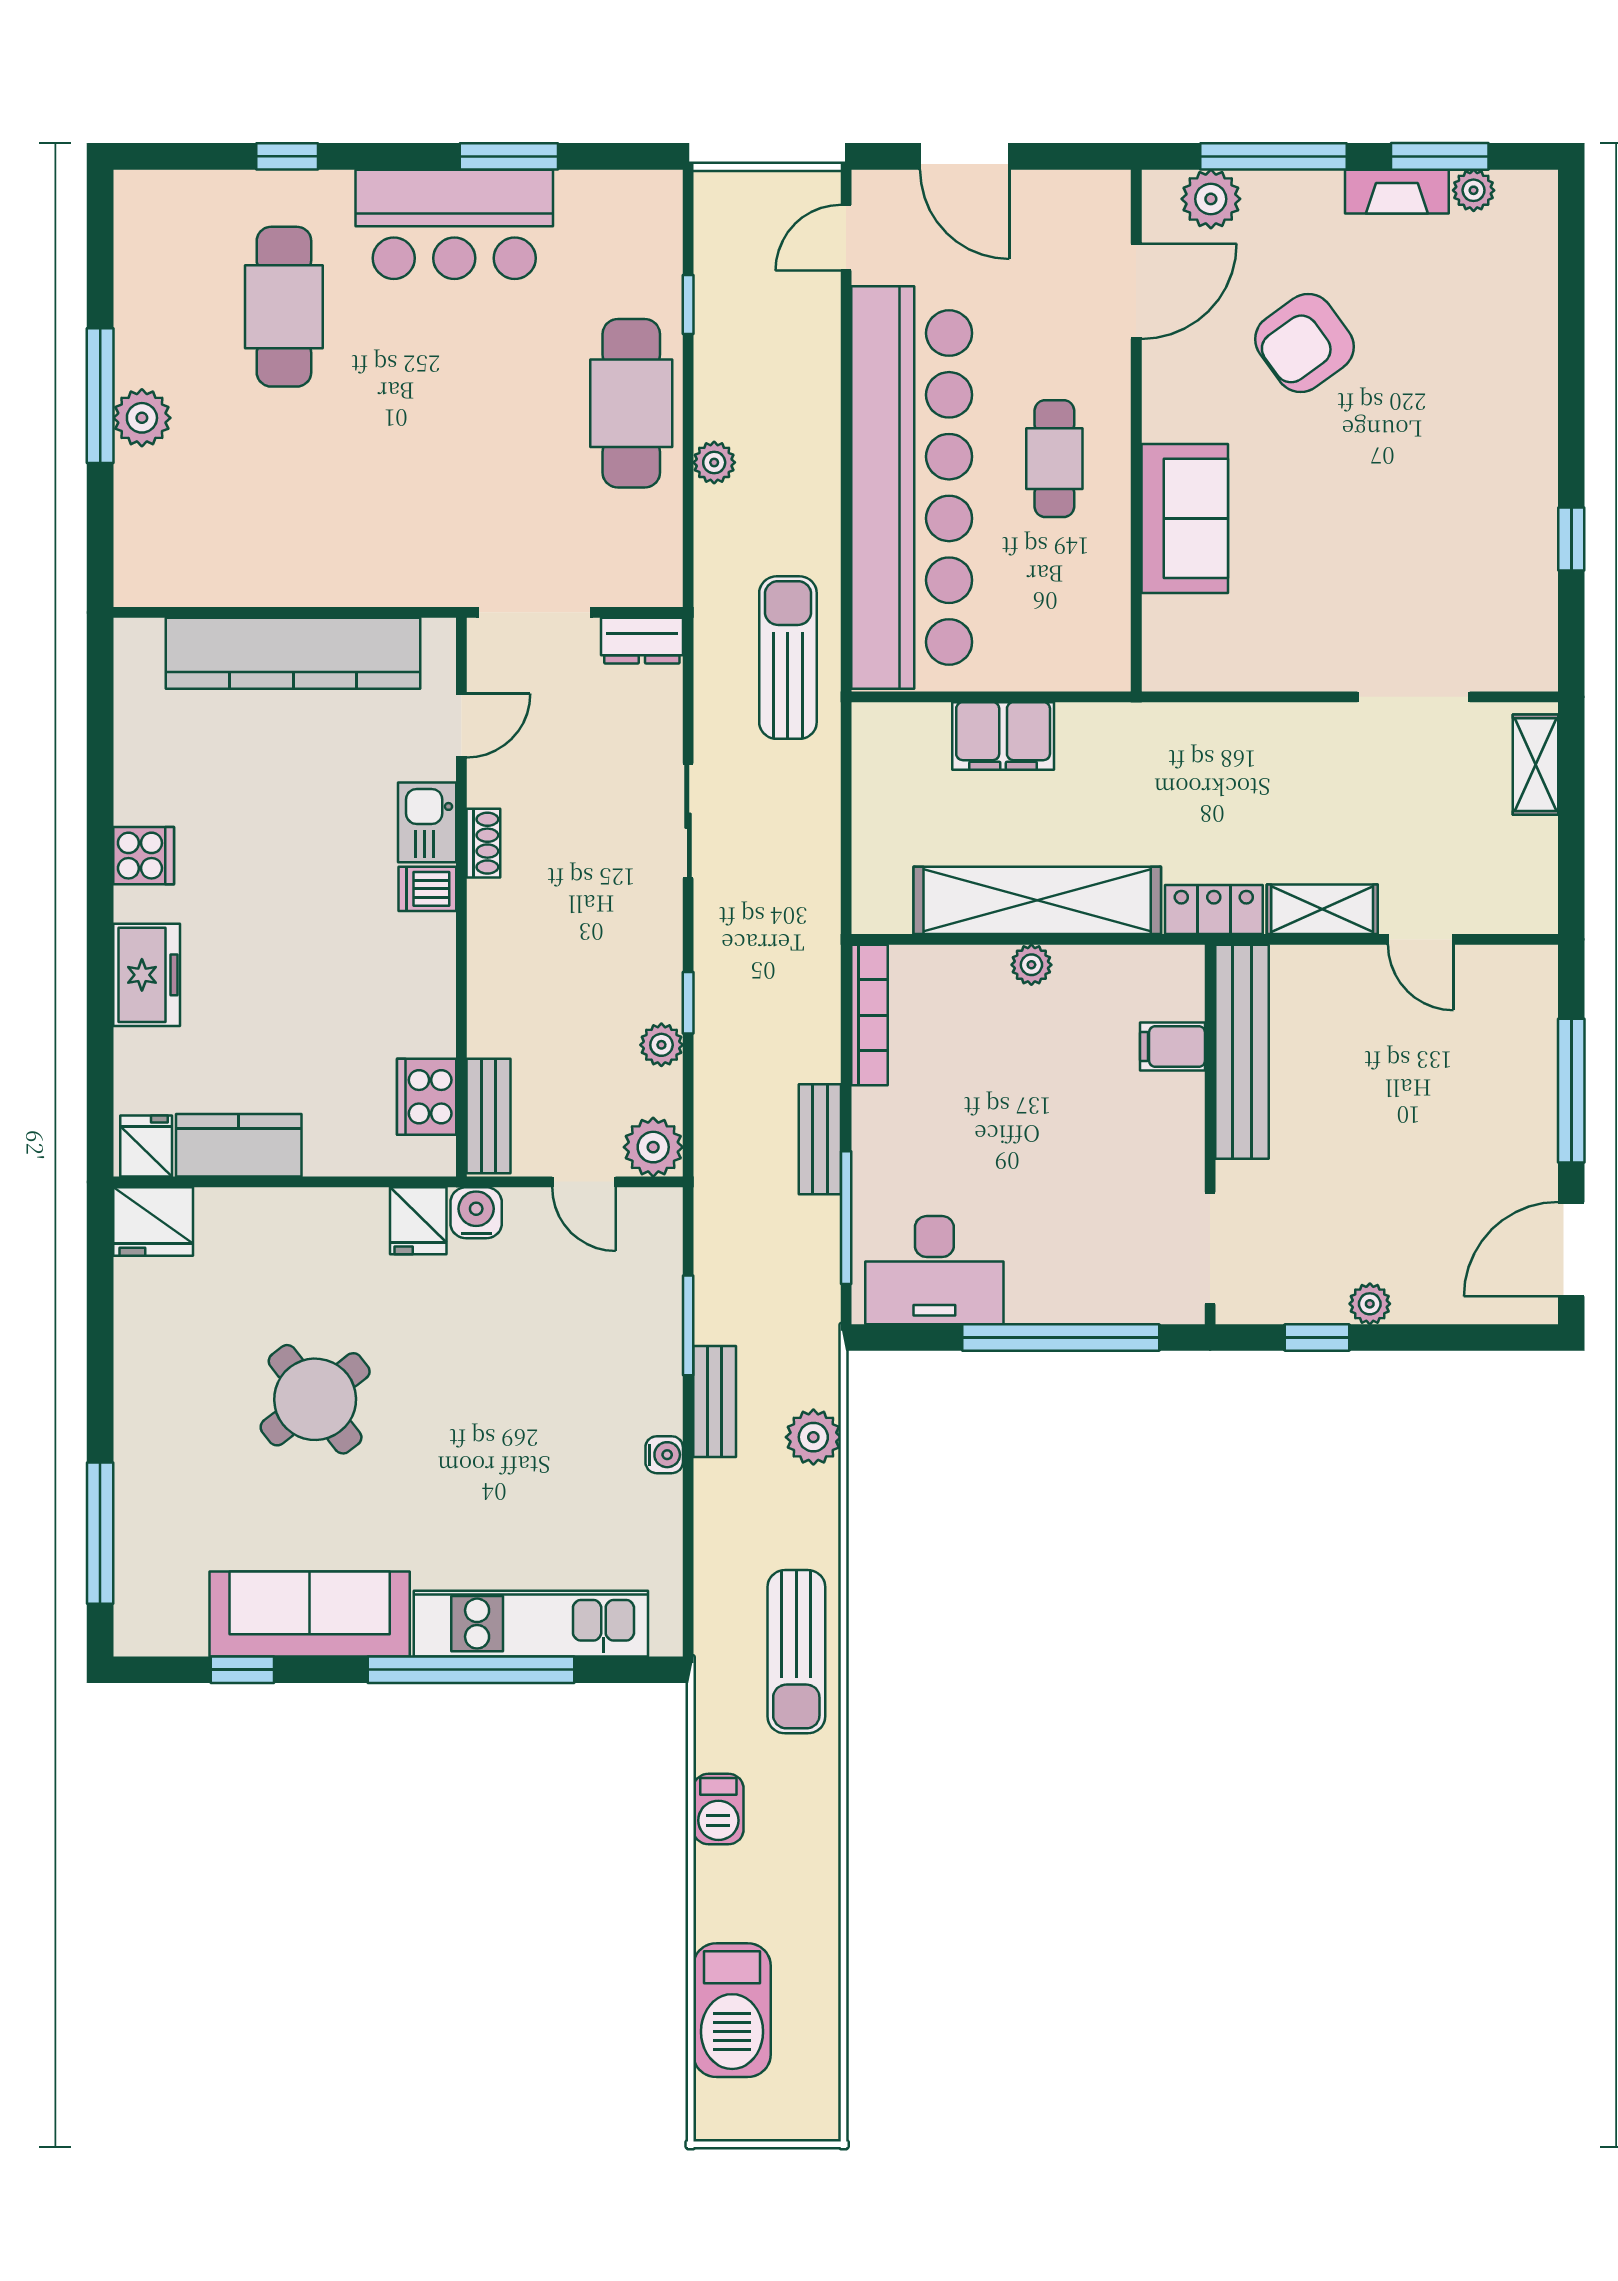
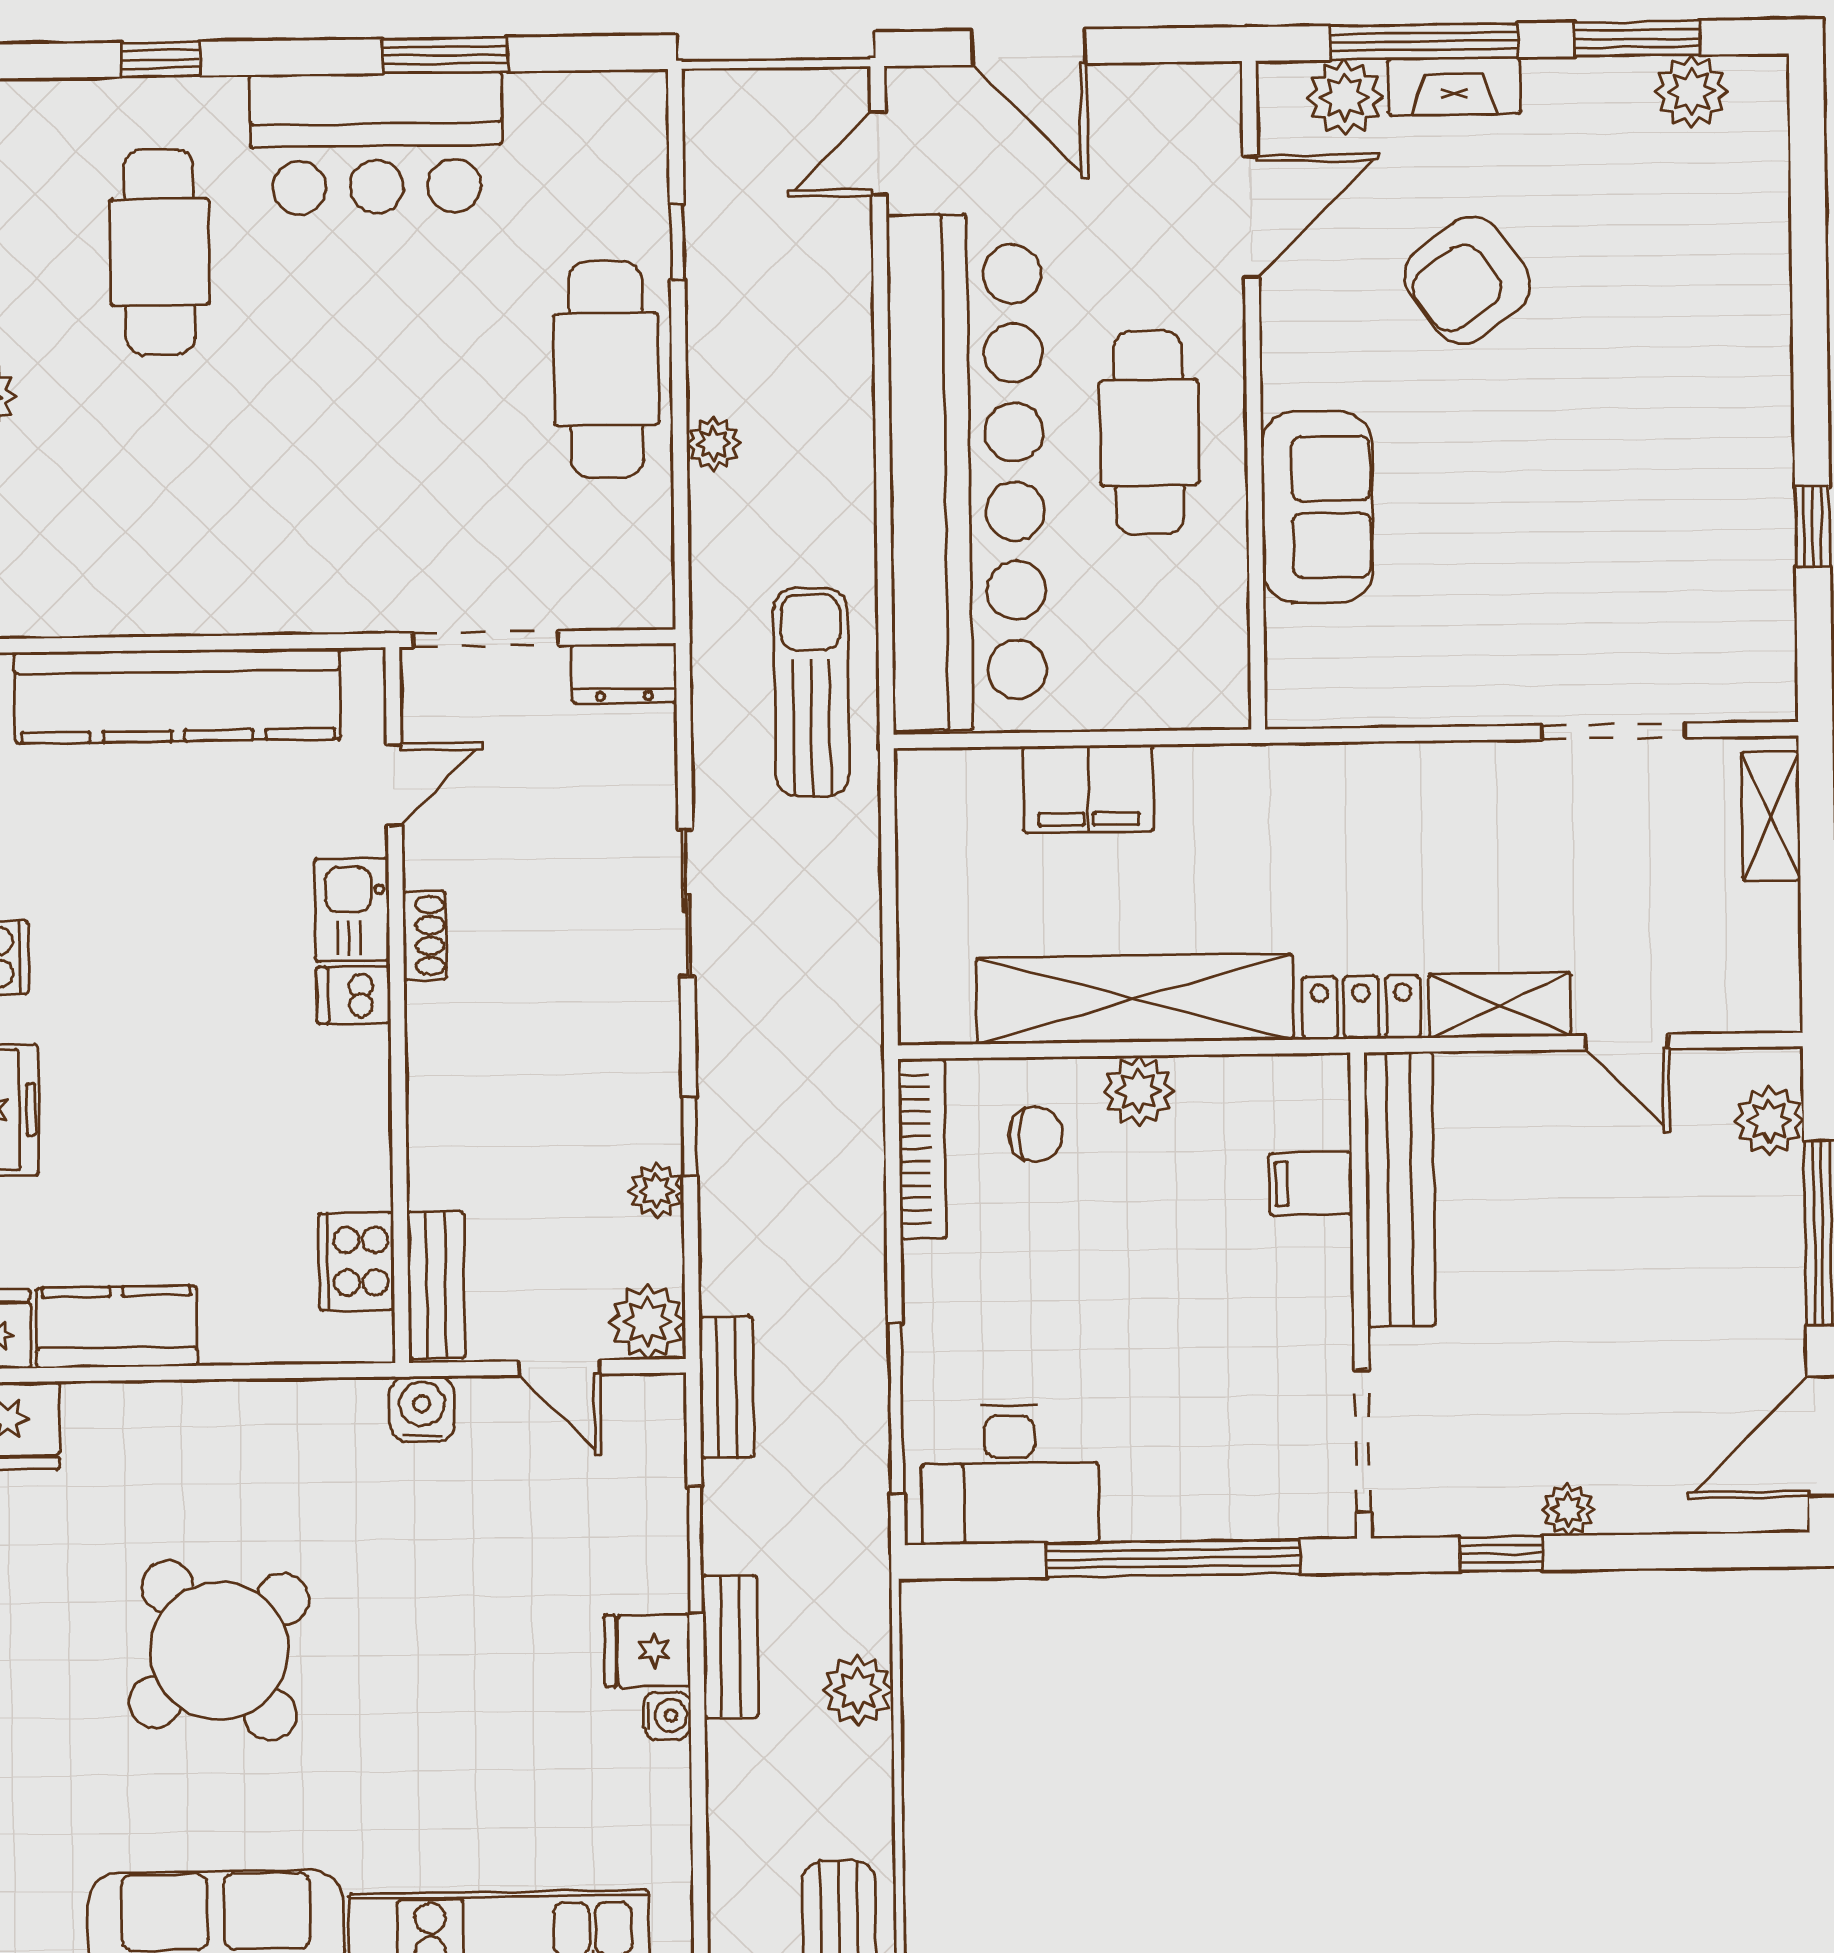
plant: (1474, 190) -> (1691, 91), width x1.38, depth x1.38
fireplace: (1397, 192) -> (1454, 86), moved
cafe table: (1054, 459) -> (1149, 433), width x1.37, depth x1.35
plant: (1031, 965) -> (1139, 1091), width x1.38, depth x1.38
plant: (1531, 1002) -> (1769, 1121), added
chair: (958, 1005) -> (1035, 1134), added
bench: (820, 1139) -> (727, 1387), moved
fridge: (418, 1221) -> (647, 1650), moved, turned 90
round table: (315, 1399) -> (219, 1651), width x1.36, depth x1.36

